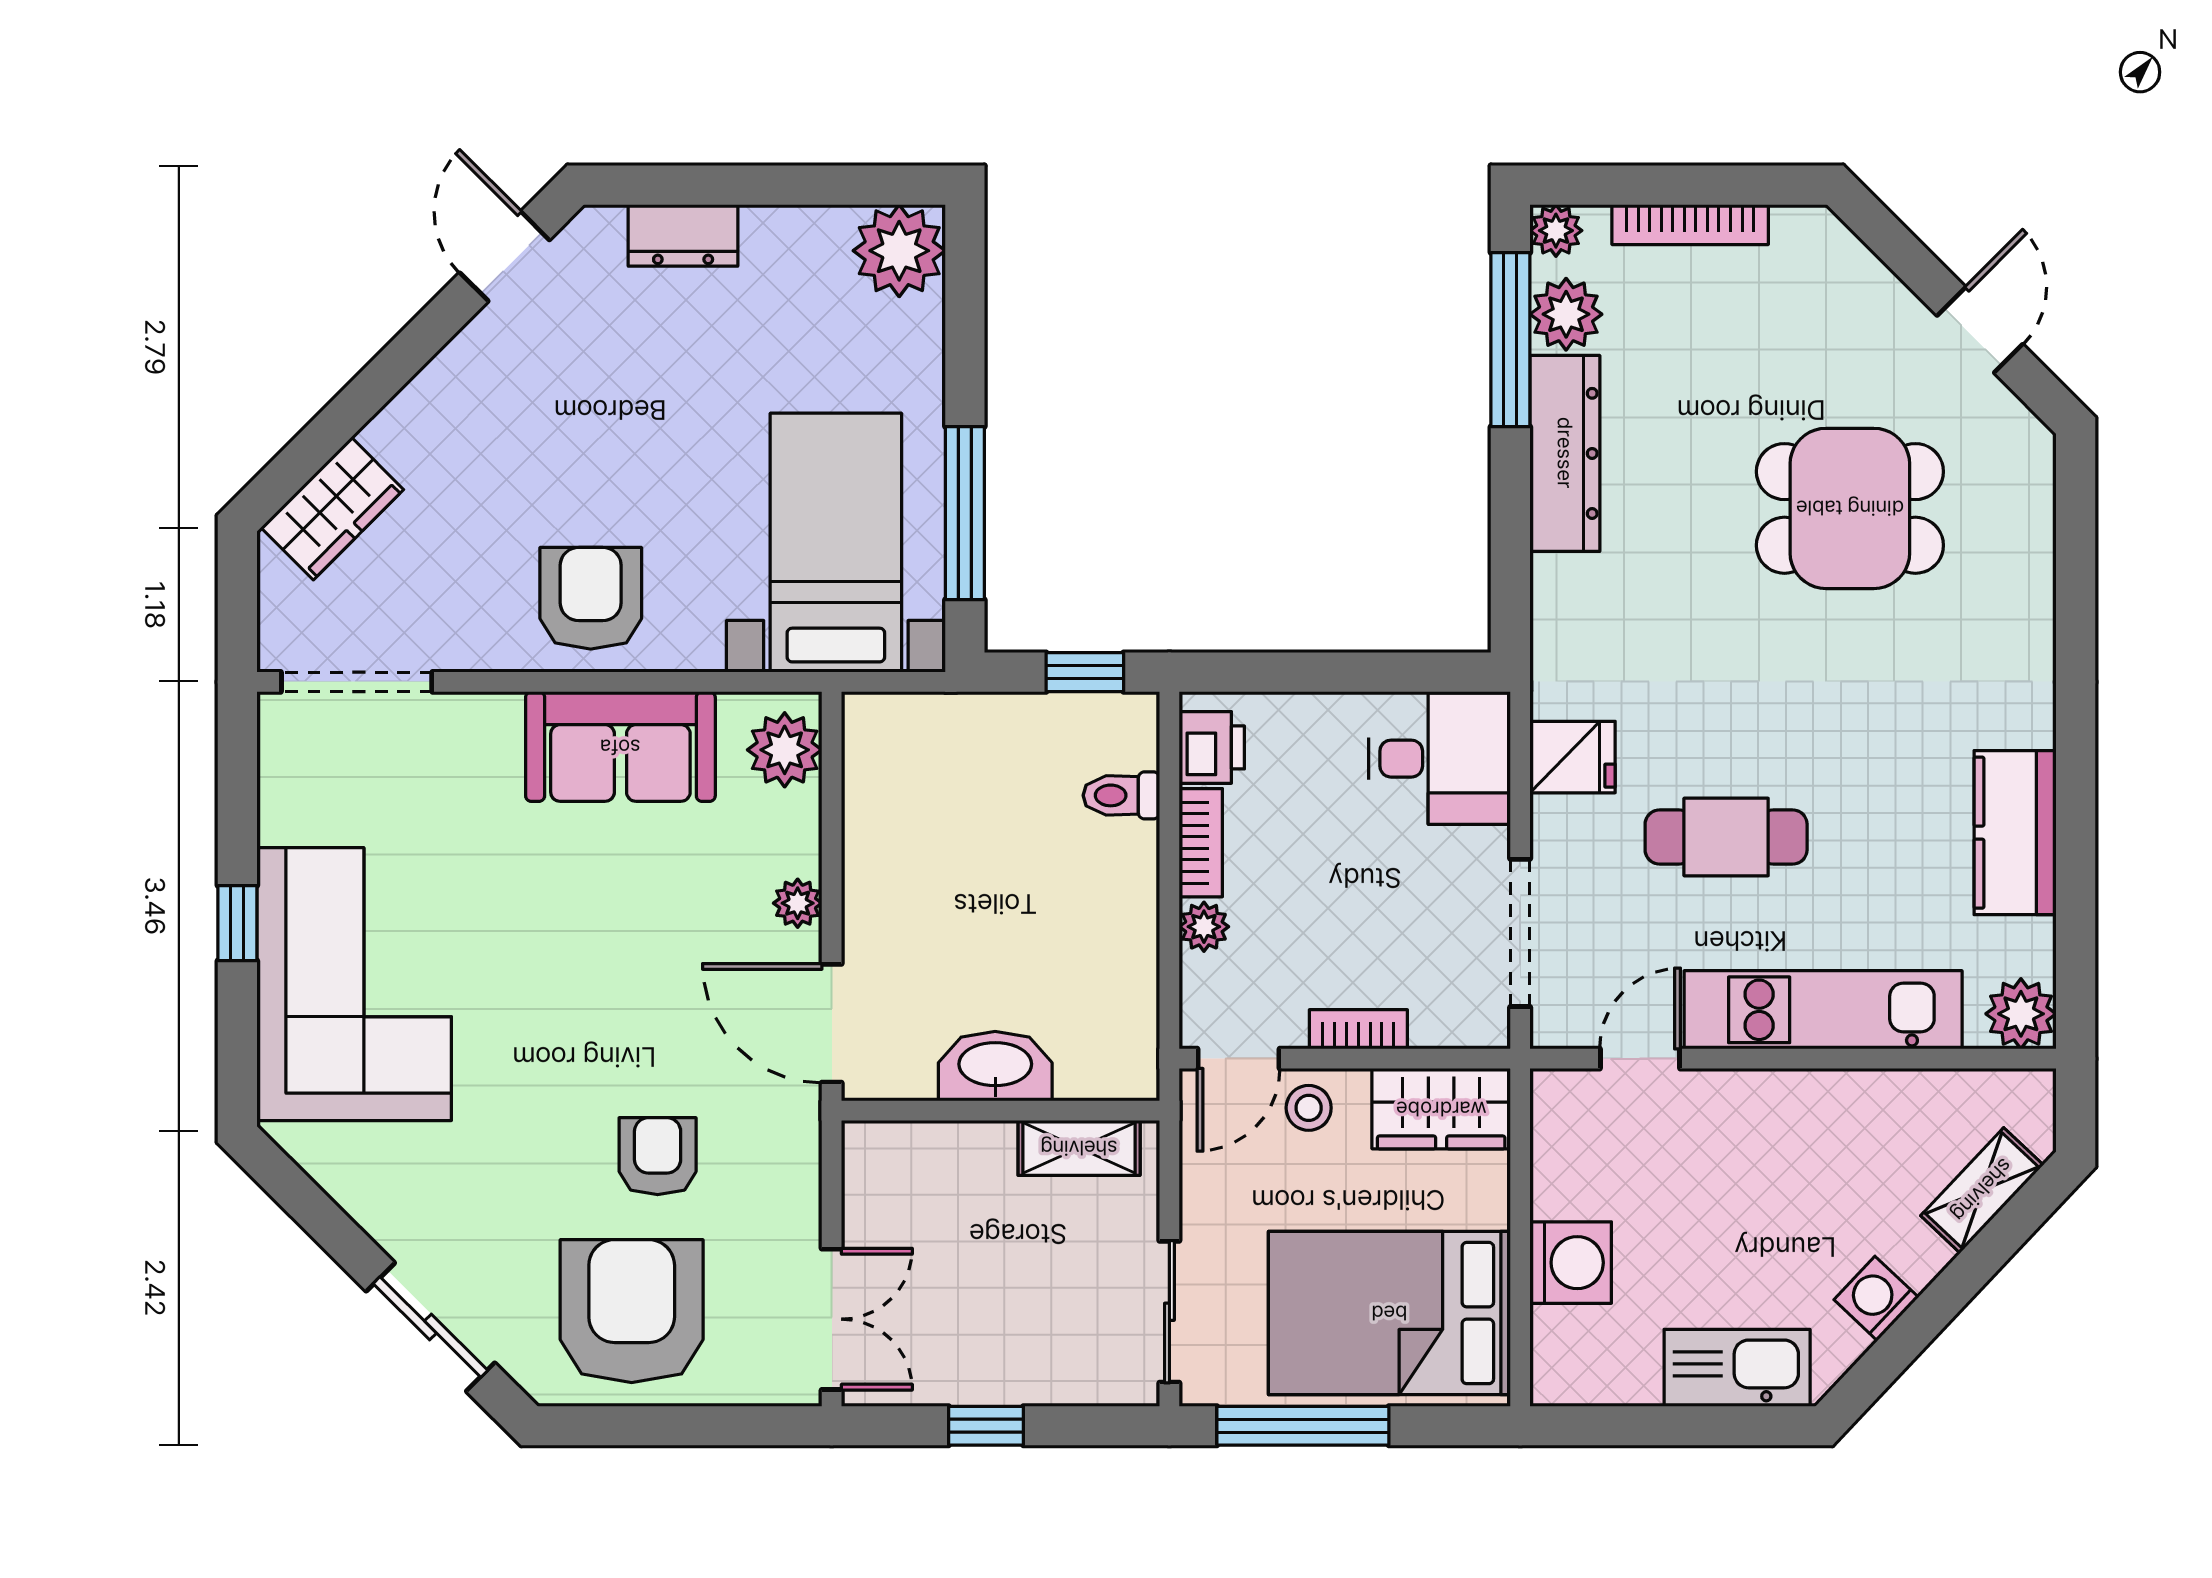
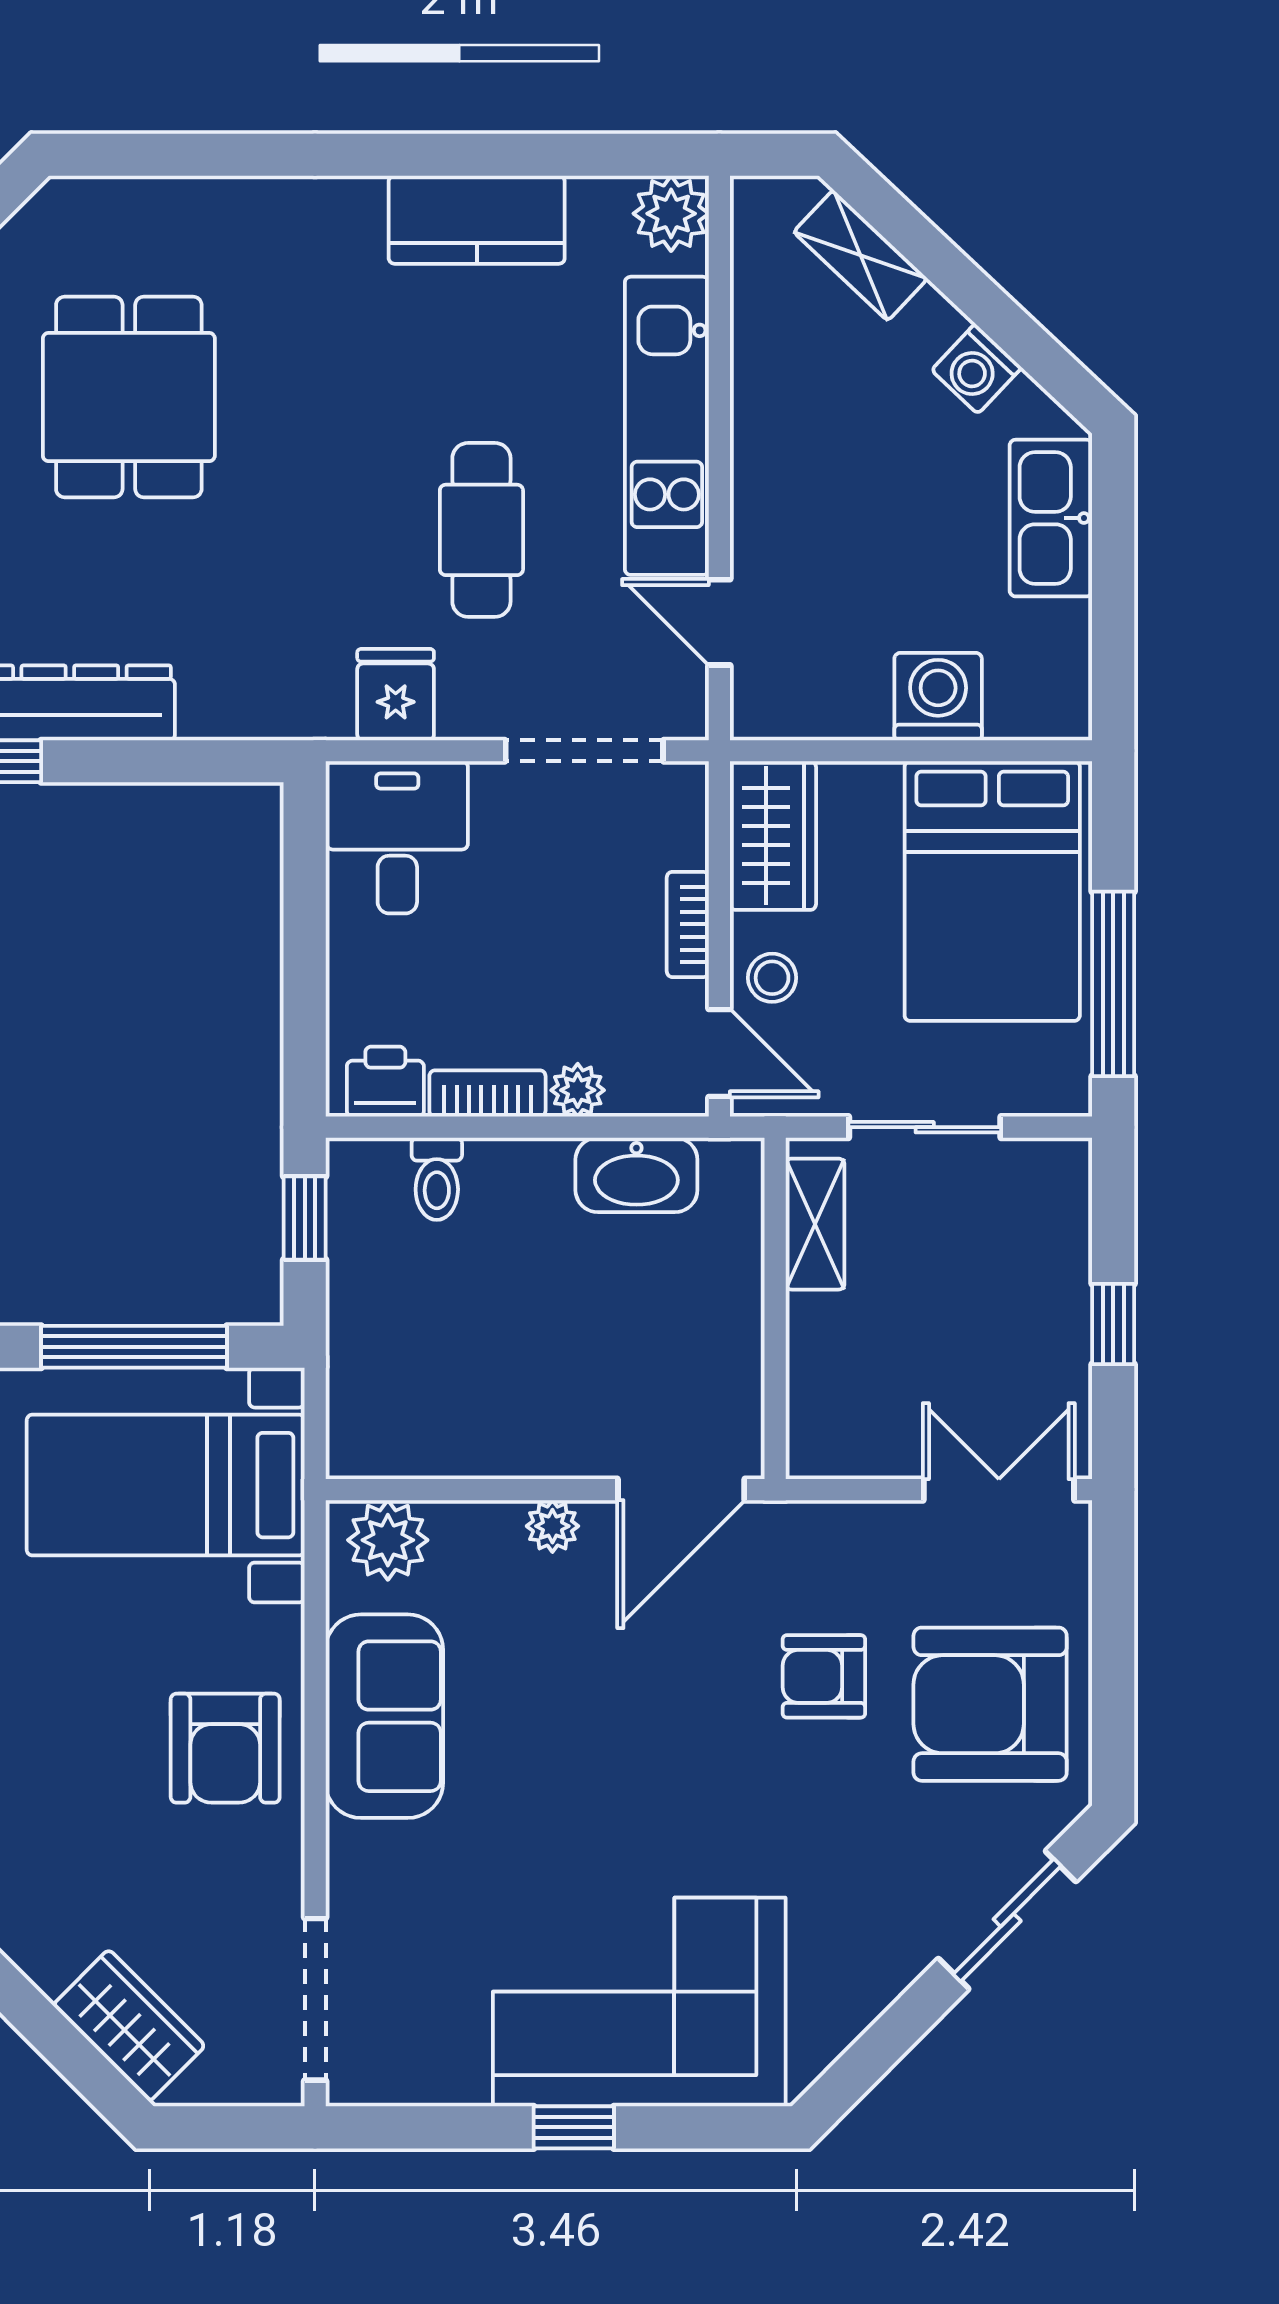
armchair: (591, 598) -> (225, 1748), turned -90
washbasin: (995, 1066) -> (636, 1175), moved, turned -90
sliding door: (1169, 1312) -> (925, 1127), moved

